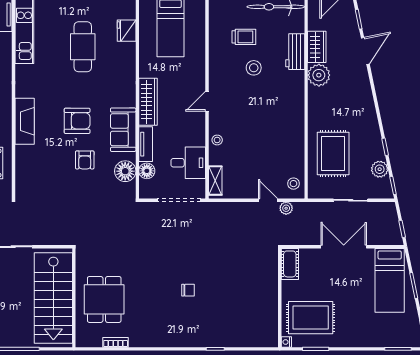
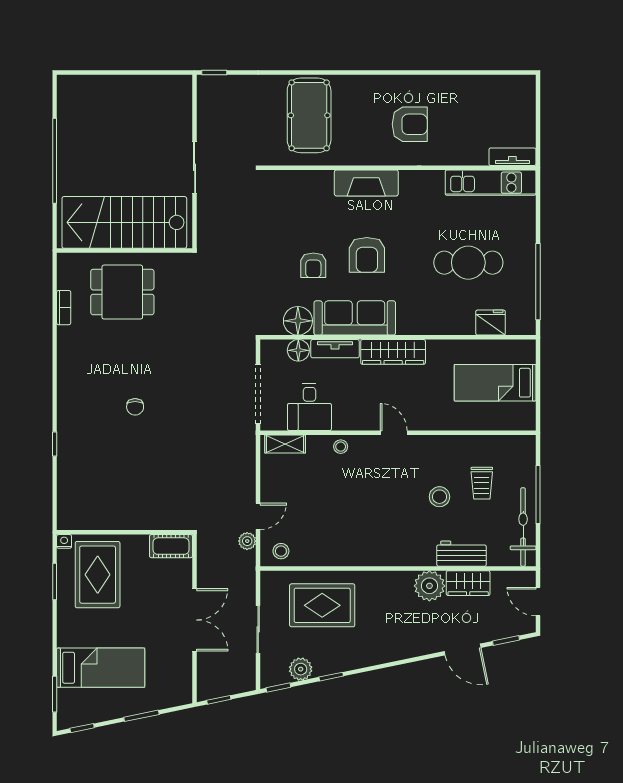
sofa: (123, 130) -> (355, 318), width x1.36
armchair: (85, 160) -> (313, 265), turned -90
bed: (390, 280) -> (101, 668), moved, turned 180

